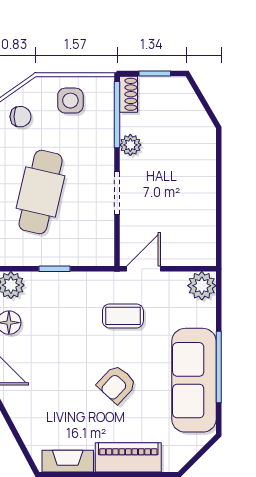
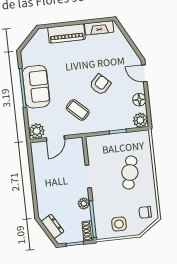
dresser: (192, 109) -> (53, 226), added
cafe table: (41, 192) -> (130, 173), width x0.73, depth x0.74
door: (143, 269) -> (55, 138), moved
coffee table: (123, 316) -> (78, 110), turned 43
sofa: (194, 380) -> (36, 87), width x0.73
armchair: (117, 384) -> (100, 84), moved

